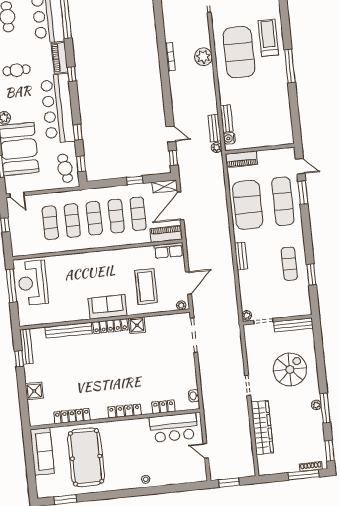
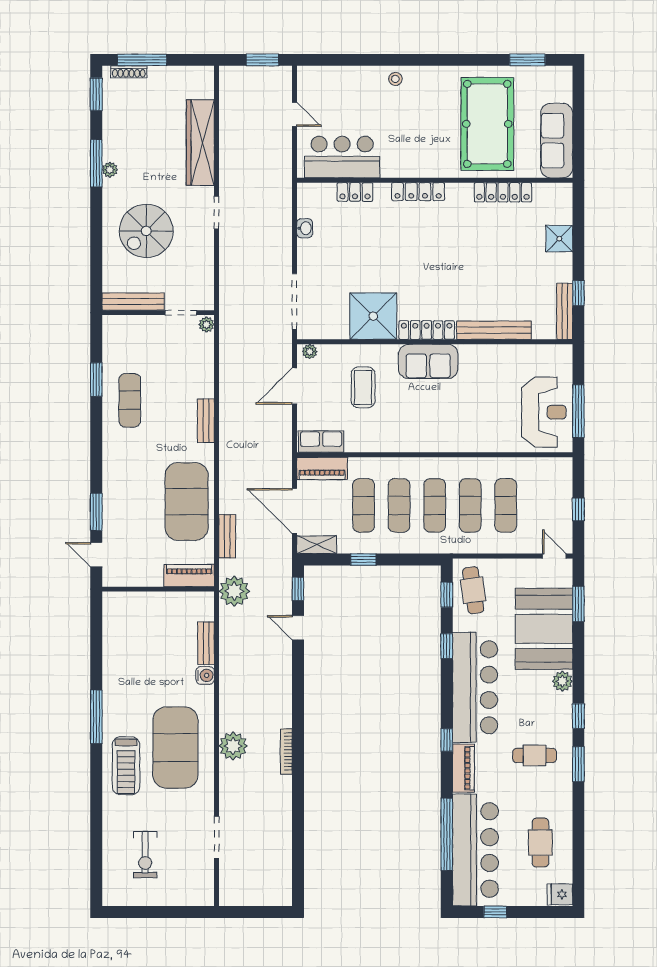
bench: (214, 128) -> (227, 536), moved
water cooler: (229, 138) -> (205, 675), moved
plant: (217, 148) -> (234, 591), width x1.88, depth x1.88
exercise mat: (283, 201) -> (130, 502), removed
door: (180, 206) -> (294, 511), swing flipped
coffee table: (146, 287) -> (363, 387), width x0.73, depth x0.76
shower: (137, 325) -> (373, 316), width x1.86, depth x1.86
washbasin: (194, 396) -> (305, 228), moved

